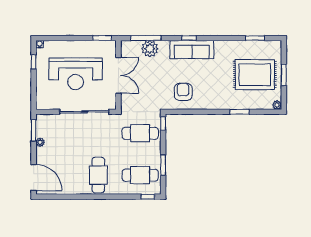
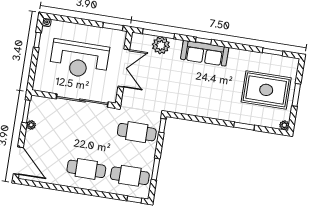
armchair: (183, 92) -> (188, 96), removed
cafe table: (98, 175) -> (86, 169), turned 90

